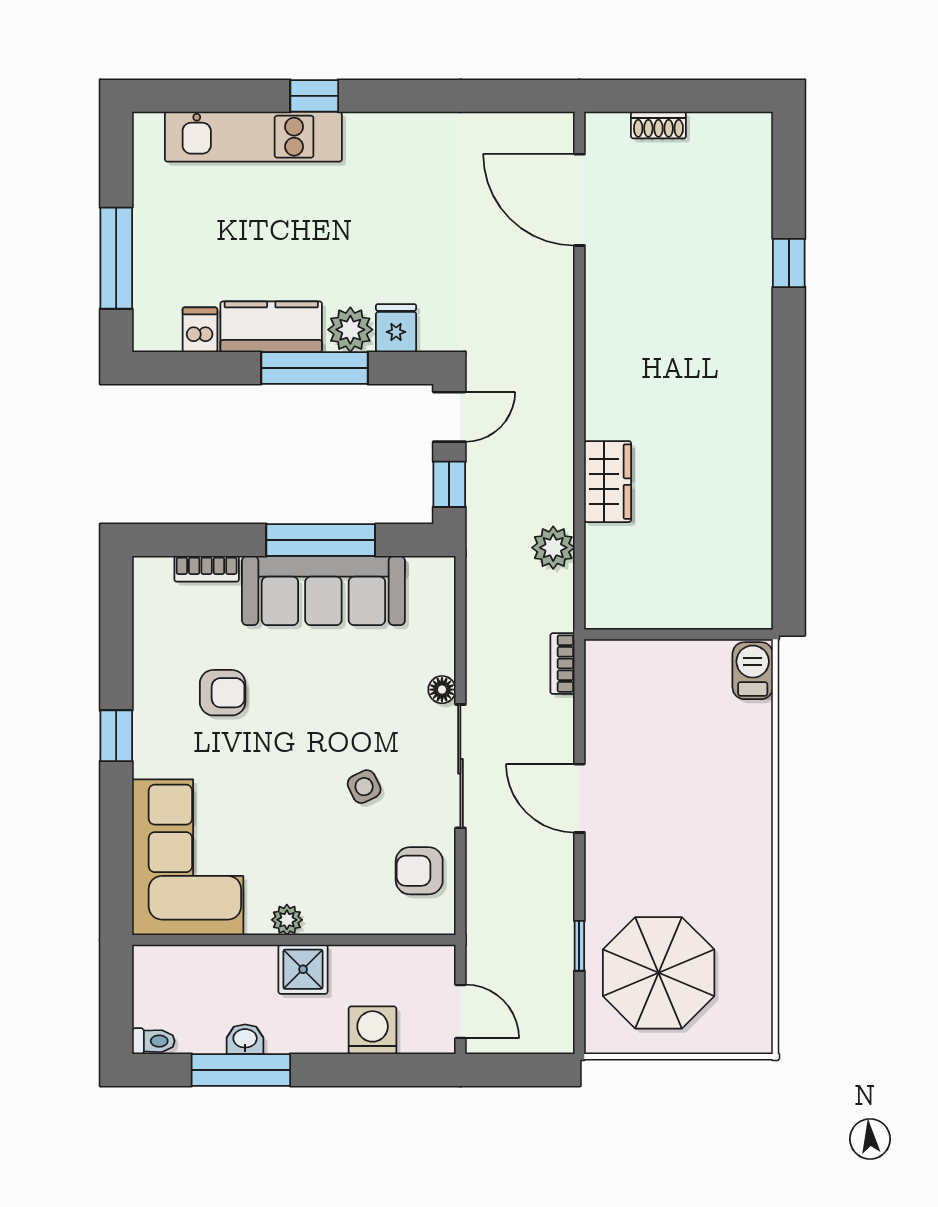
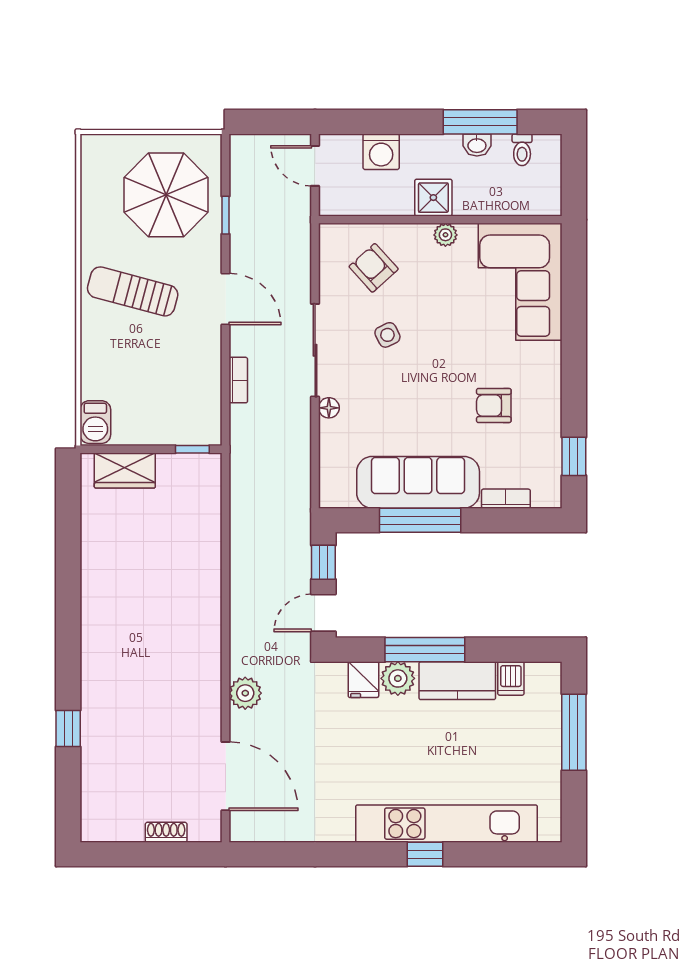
kitchen unit: (253, 137) -> (447, 824), width x1.36
wardrobe: (608, 482) -> (125, 470), moved, turned -90
plant: (553, 548) -> (245, 693), moved
window: (624, 634) -> (192, 449), added
bookcase: (563, 664) -> (238, 380), moved
window: (116, 736) -> (574, 456), moved
door: (579, 798) -> (226, 299), moved
sun lounger: (703, 844) -> (133, 291), added
armchair: (419, 871) -> (374, 268), moved, turned -132
toilet: (153, 1041) -> (522, 150), moved, turned -90

